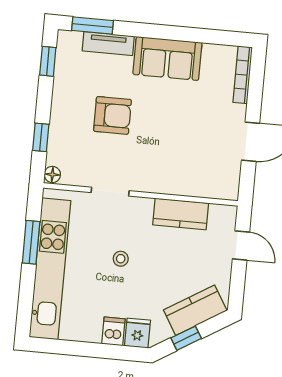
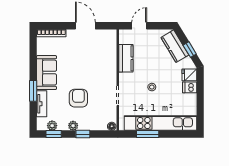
window: (92, 25) -> (33, 91), moved
plant: (64, 60) -> (52, 126), added
plant: (60, 100) -> (73, 126), added
window: (41, 137) -> (83, 134), moved

